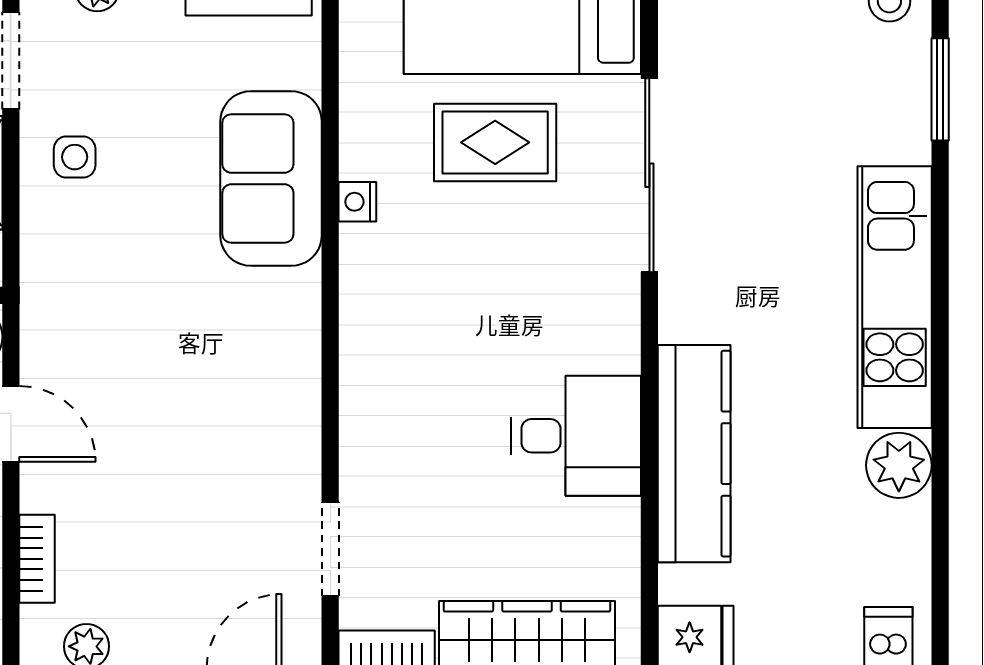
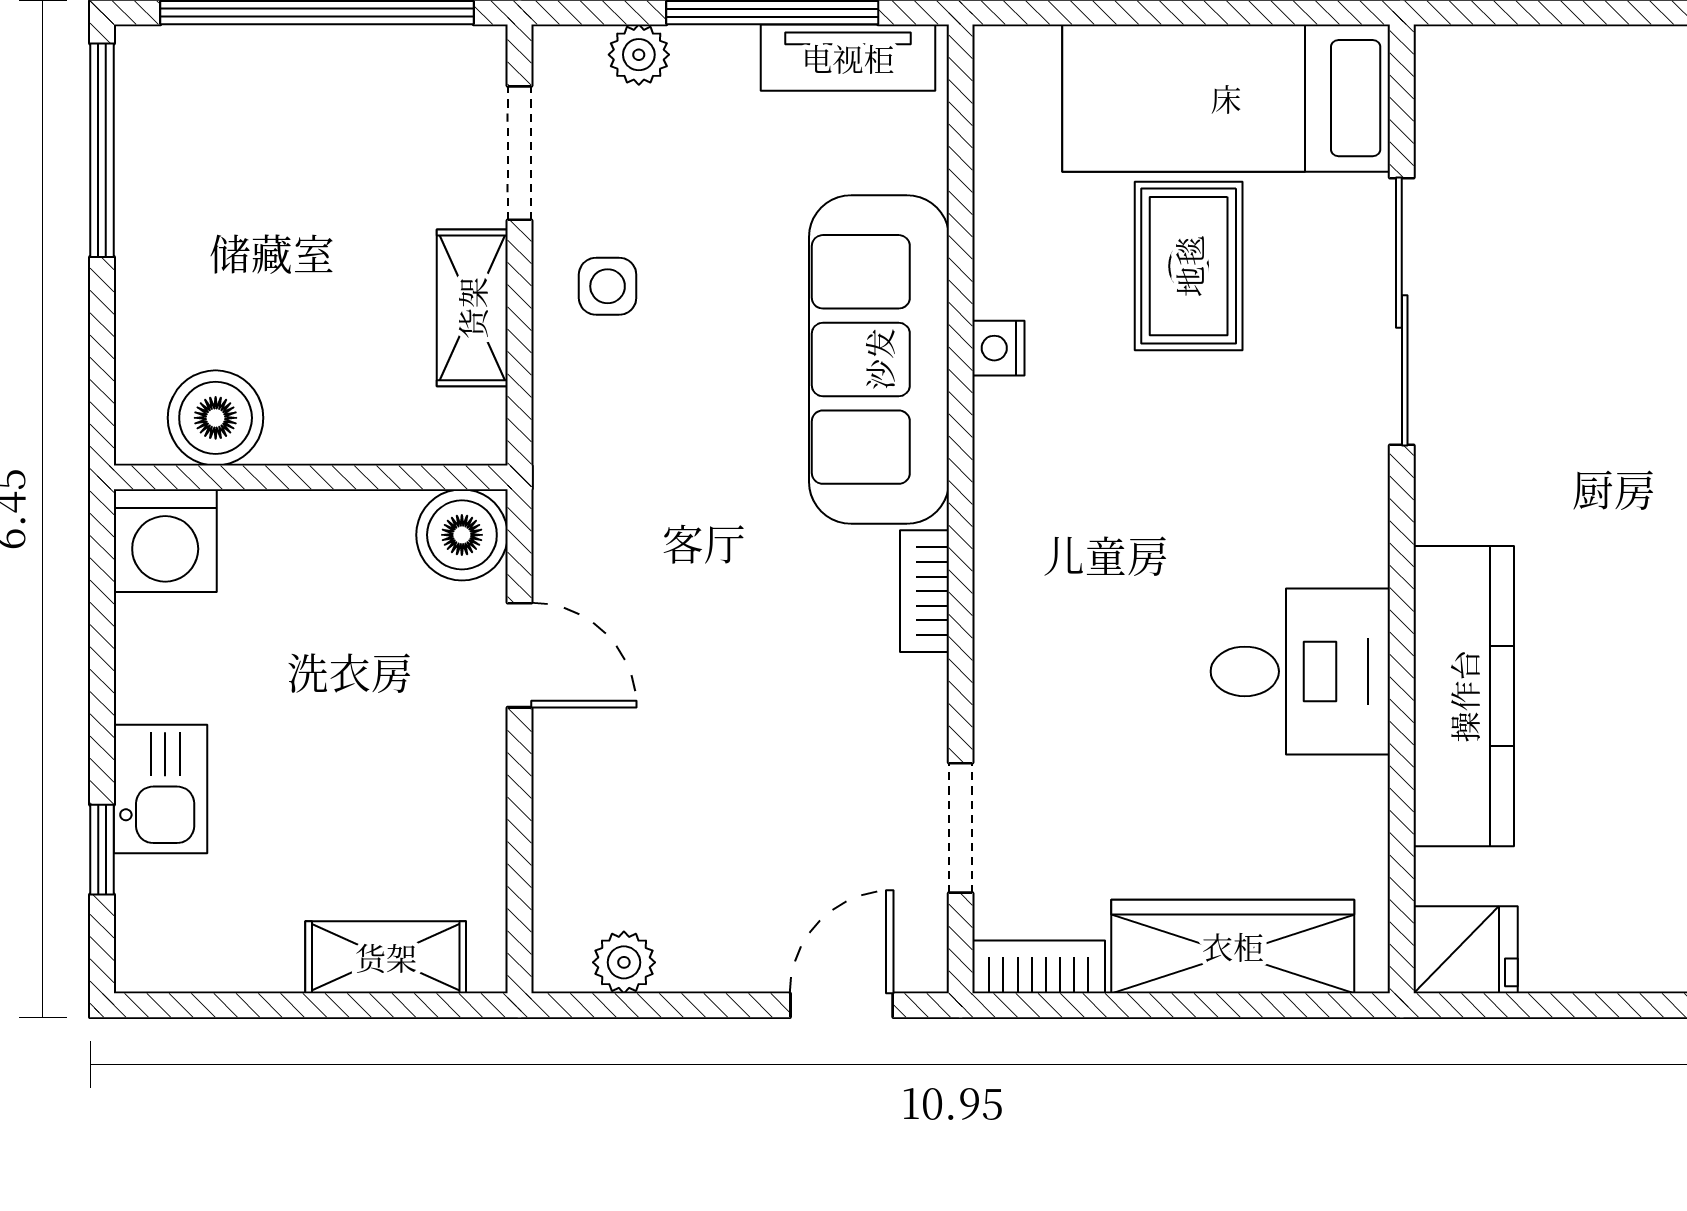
rug: (495, 142) -> (1189, 266), turned 90
sofa: (271, 178) -> (879, 359), width x1.36
bookcase: (37, 559) -> (924, 591), moved, turned 180

